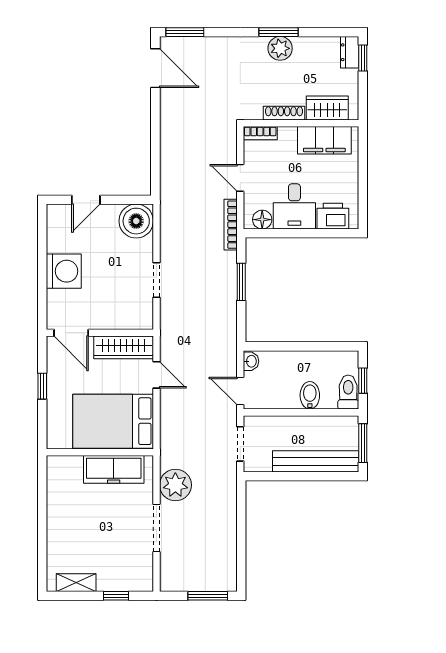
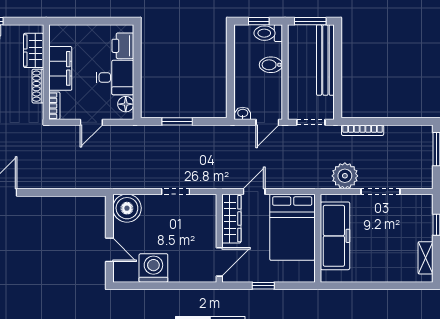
filing cabinet: (324, 140) -> (60, 68), moved
bookcase: (231, 225) -> (363, 130), moved
washing machine: (64, 271) -> (153, 268), moved
freezer: (114, 469) -> (335, 236), width x1.36, depth x1.26

